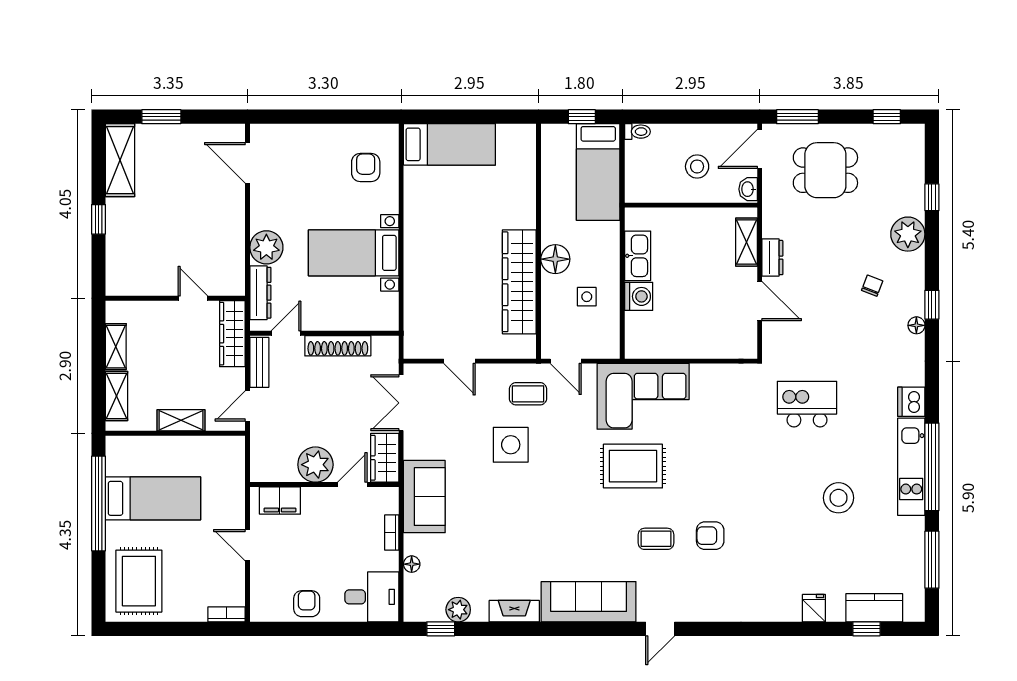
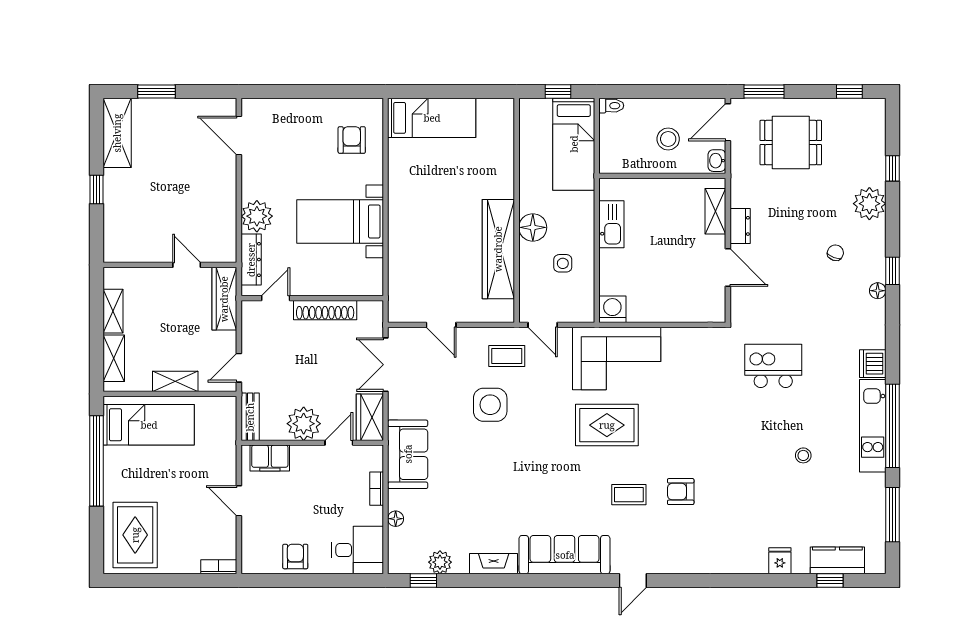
washing machine: (639, 296) -> (612, 309), moved, turned -90
bench: (259, 362) -> (250, 417), moved
bed: (153, 498) -> (149, 425), moved
stool: (838, 498) -> (803, 455), width x0.53, depth x0.53

